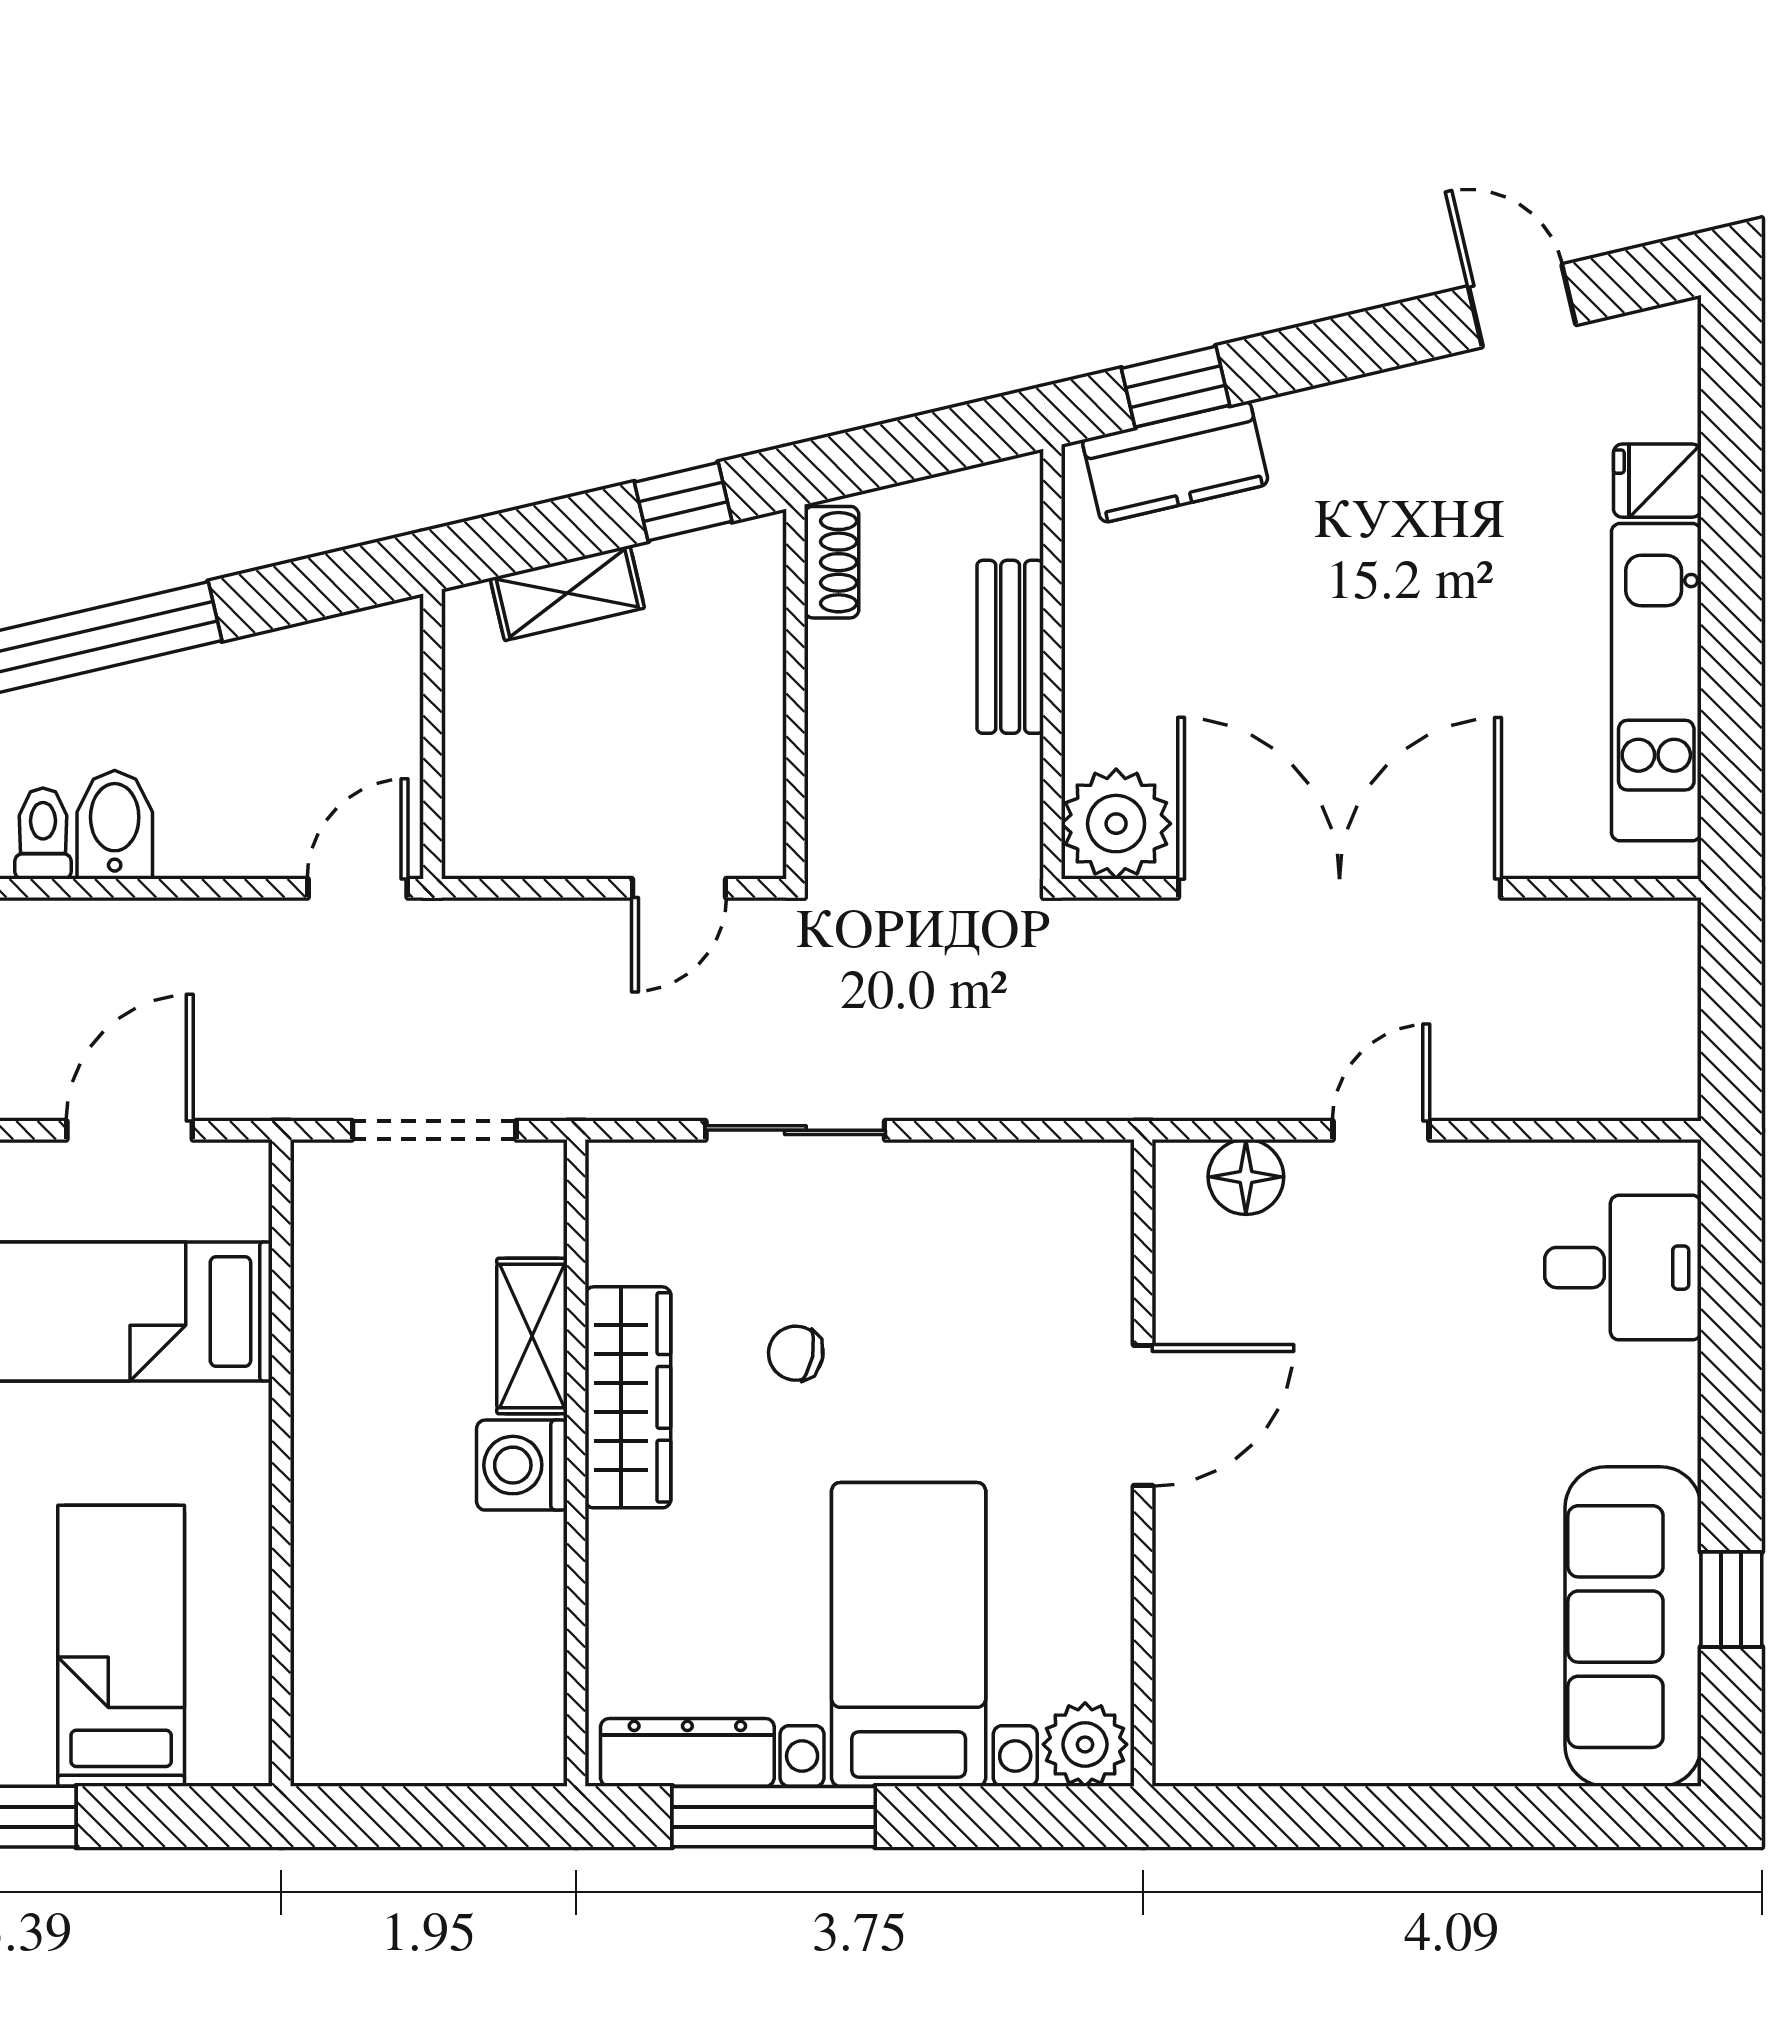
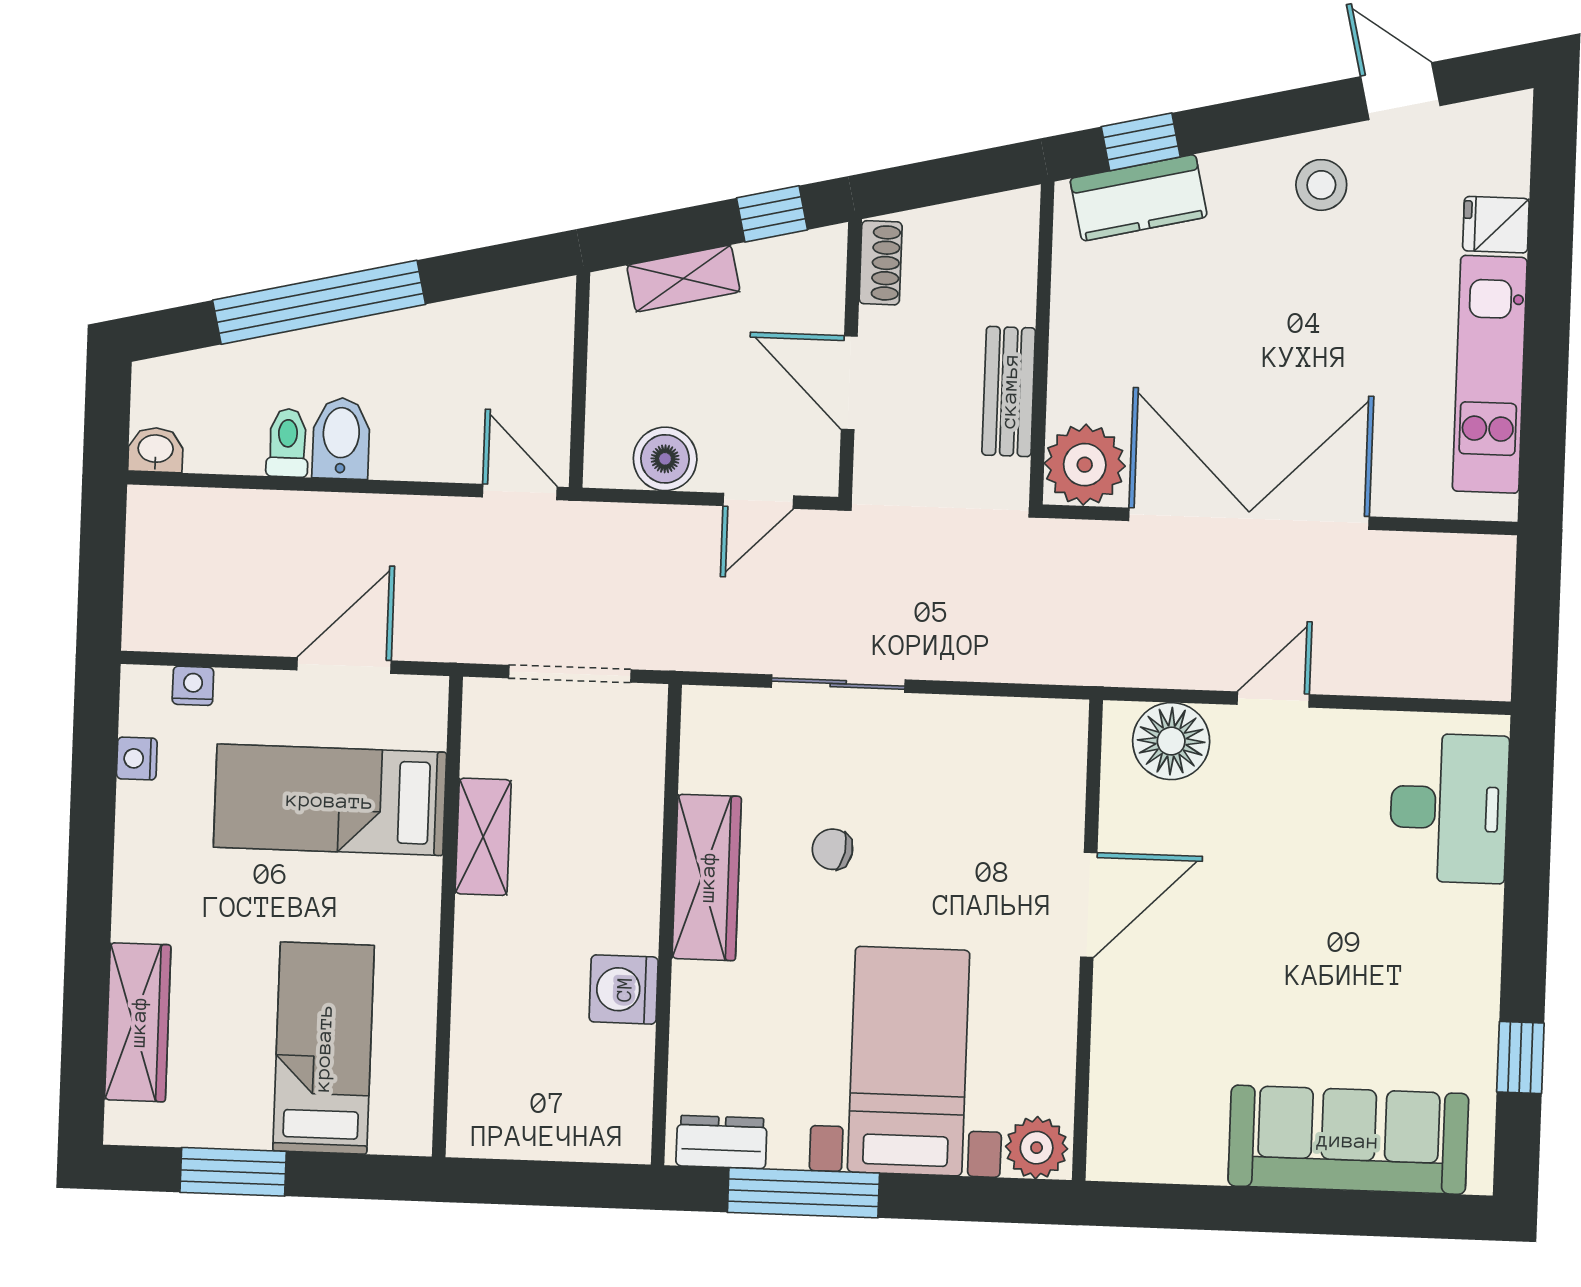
stool: (1420, 436) -> (1321, 185), added
bench: (1010, 647) -> (1009, 391), moved
door: (795, 725) -> (849, 383), added
boiler: (551, 837) -> (665, 459), added
door: (358, 888) -> (520, 492), hinge flipped
floor lamp: (1246, 1177) -> (1171, 741), width x1.38, depth x1.38
desk: (1623, 1268) -> (1449, 808), width x1.37
shelving: (532, 1336) -> (483, 837), moved
washing machine: (522, 1465) -> (624, 989), moved
sofa: (1633, 1627) -> (1348, 1140), moved, turned 90
dresser: (687, 1752) -> (721, 1142), width x0.70

